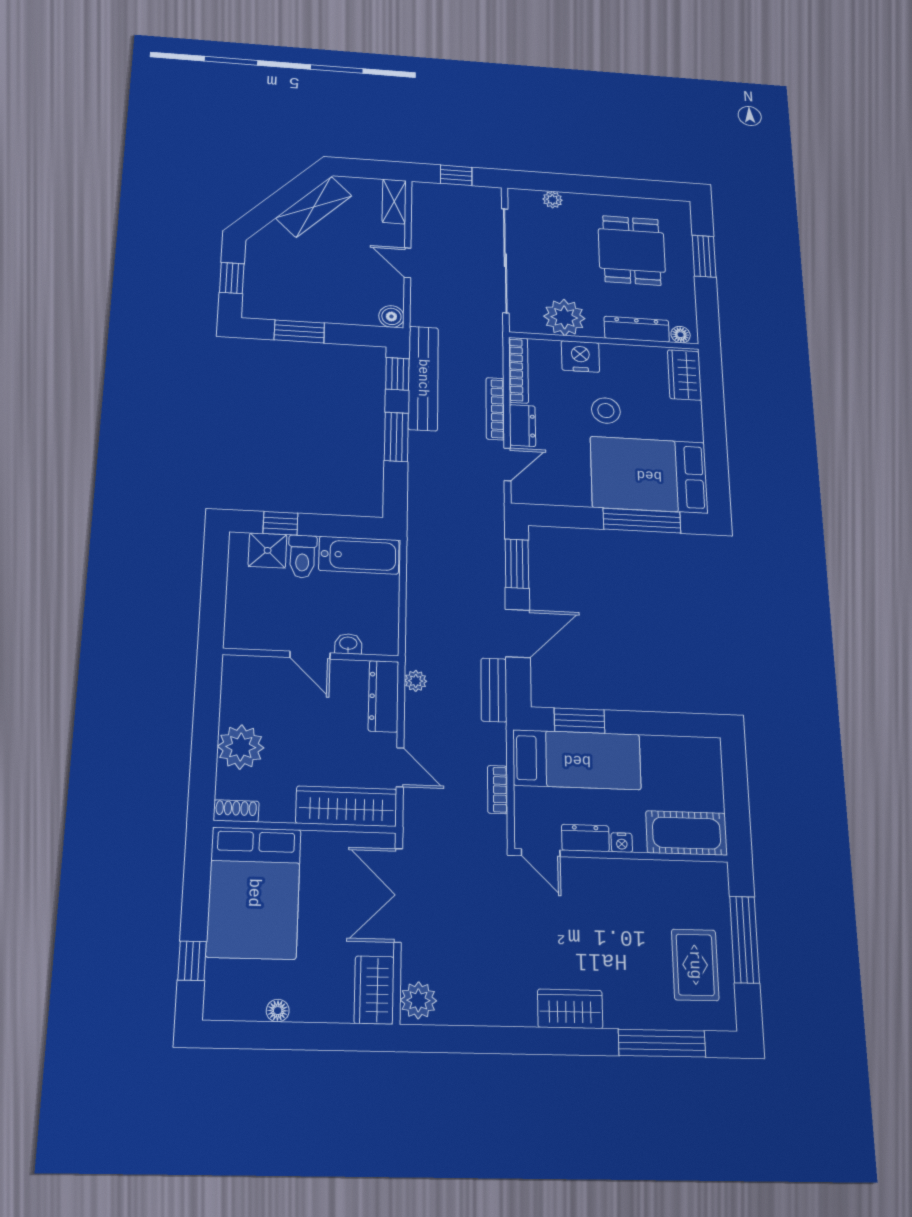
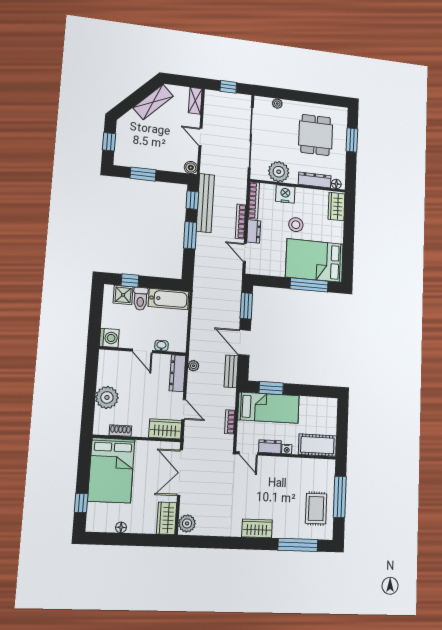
door: (507, 464) -> (245, 252), swing flipped
washing machine: (242, 632) -> (109, 338), added
door: (518, 633) -> (244, 343), swing flipped
wardrobe: (346, 806) -> (165, 429), width x0.67
shoe rack: (236, 811) -> (120, 431), moved

